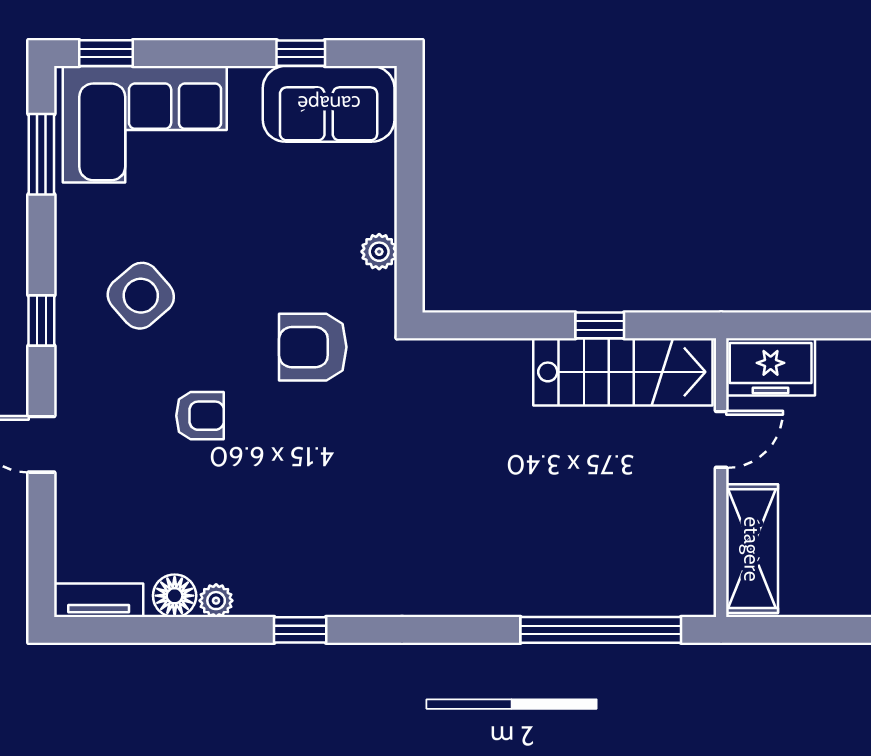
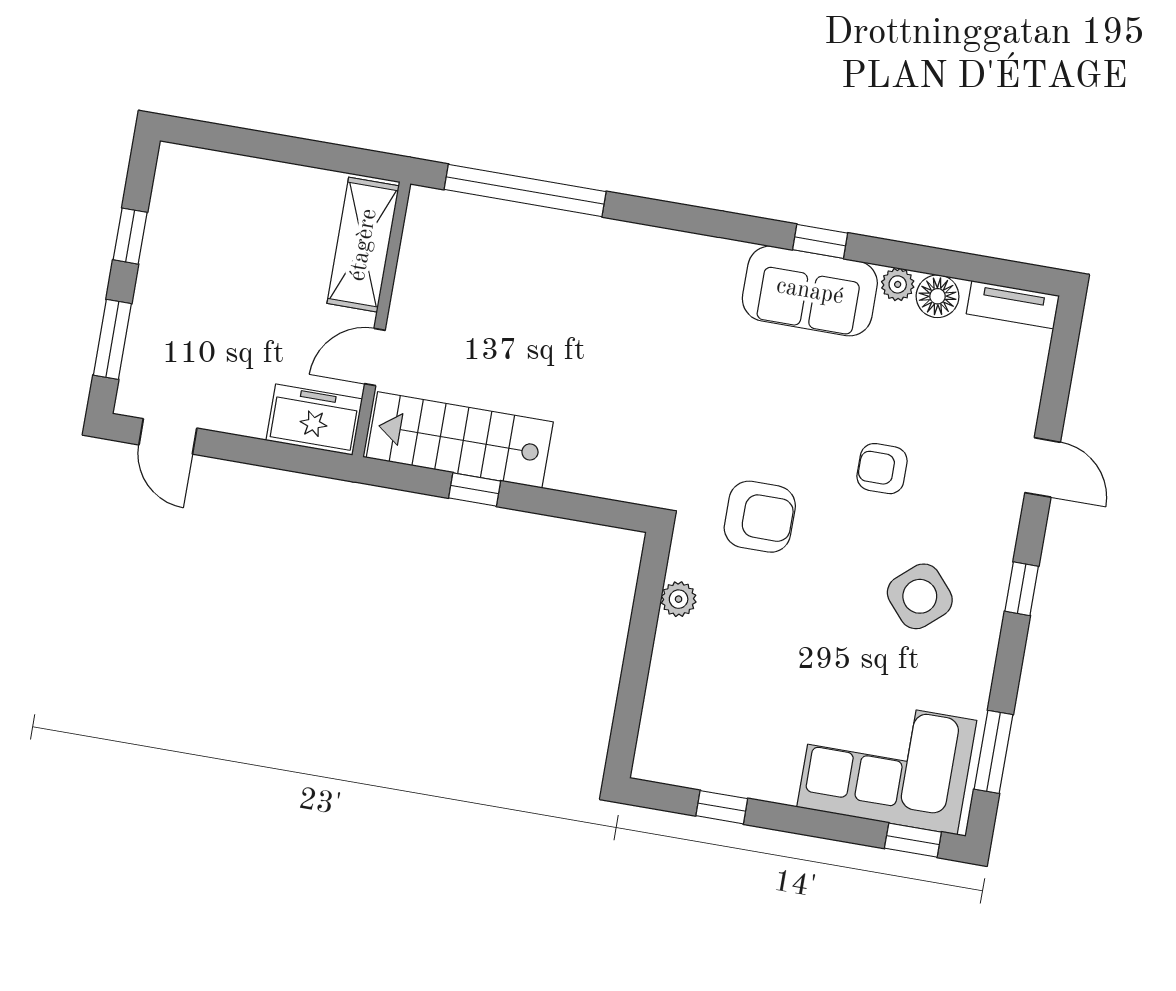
sofa: (329, 104) -> (810, 291), moved, turned 180

